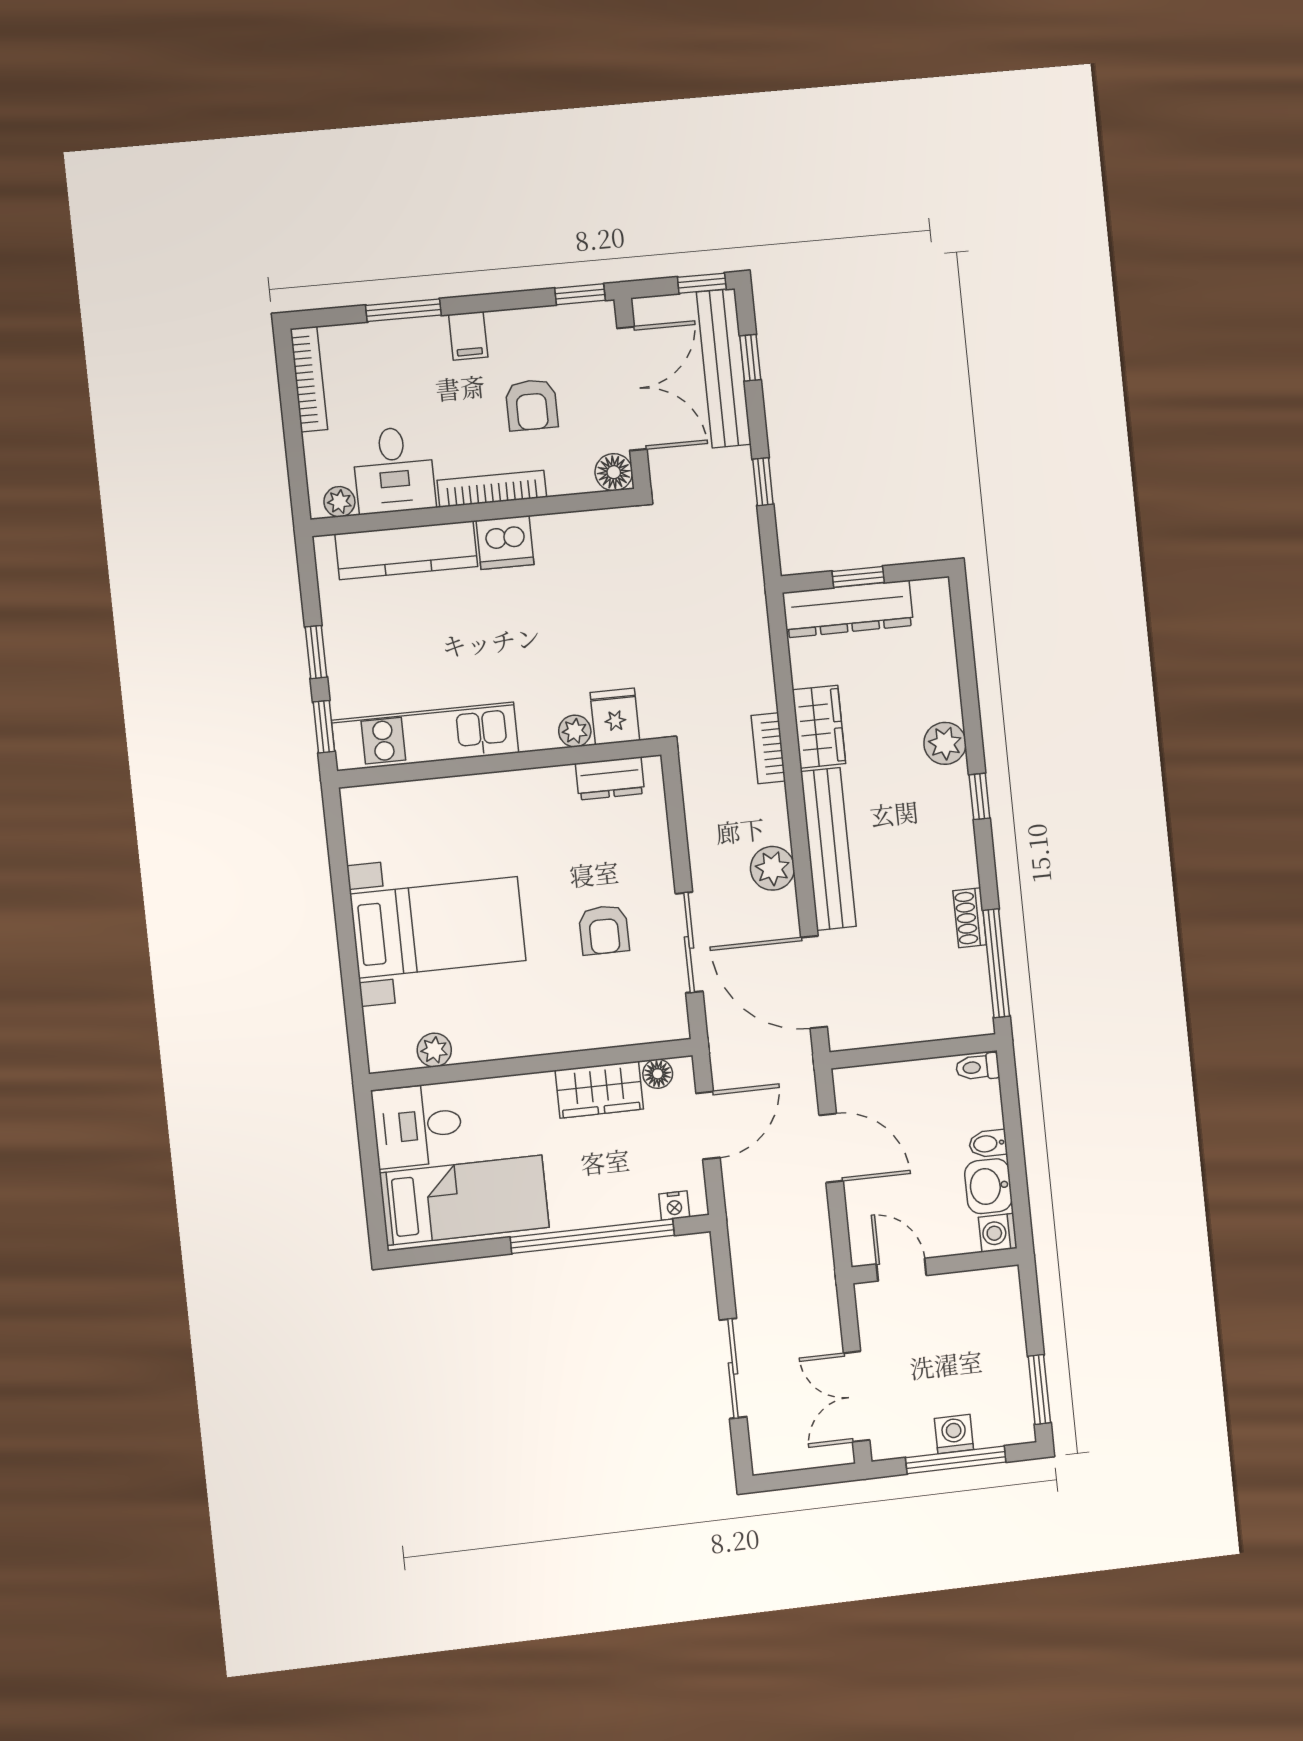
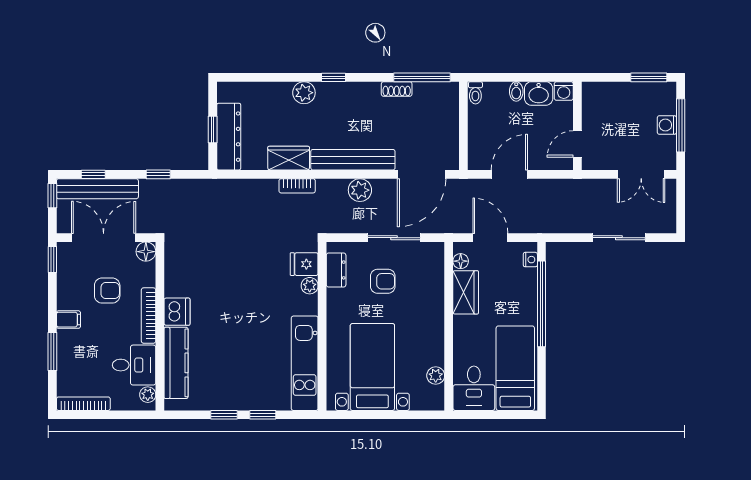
fridge: (615, 716) -> (304, 264), moved
plant: (575, 731) -> (310, 286), moved
kitchen unit: (425, 736) -> (305, 363), moved
wall: (500, 763) -> (322, 326), moved
dresser: (610, 778) -> (336, 270), moved

